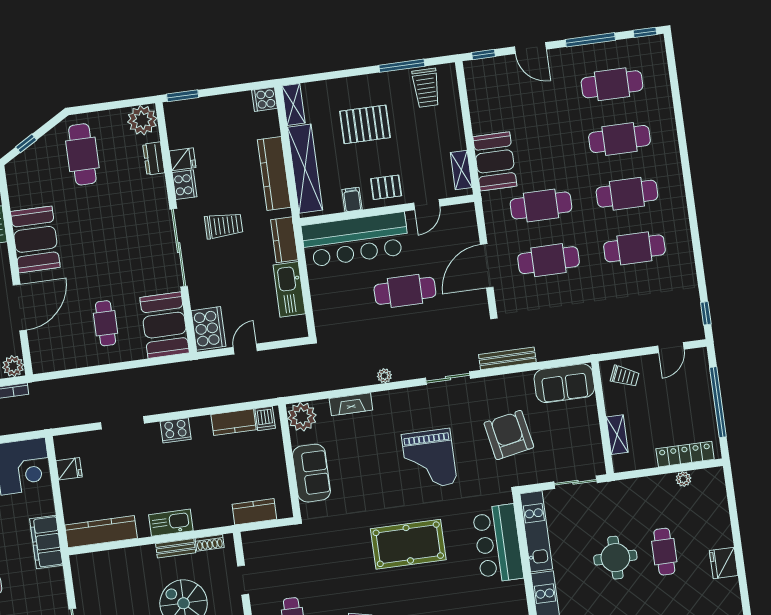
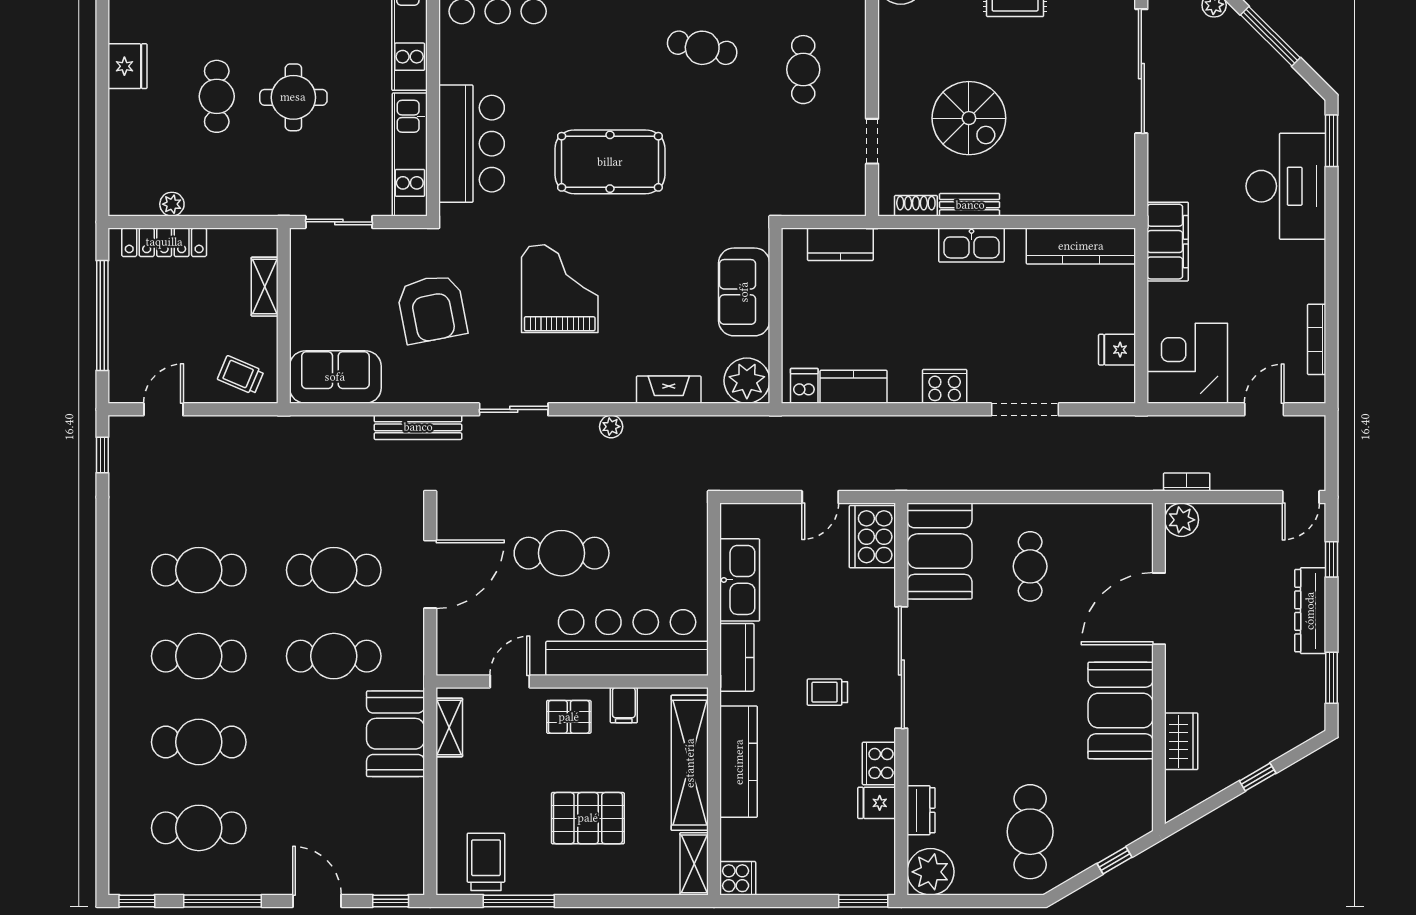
trolley: (224, 226) -> (827, 692), width x0.73, depth x0.72

